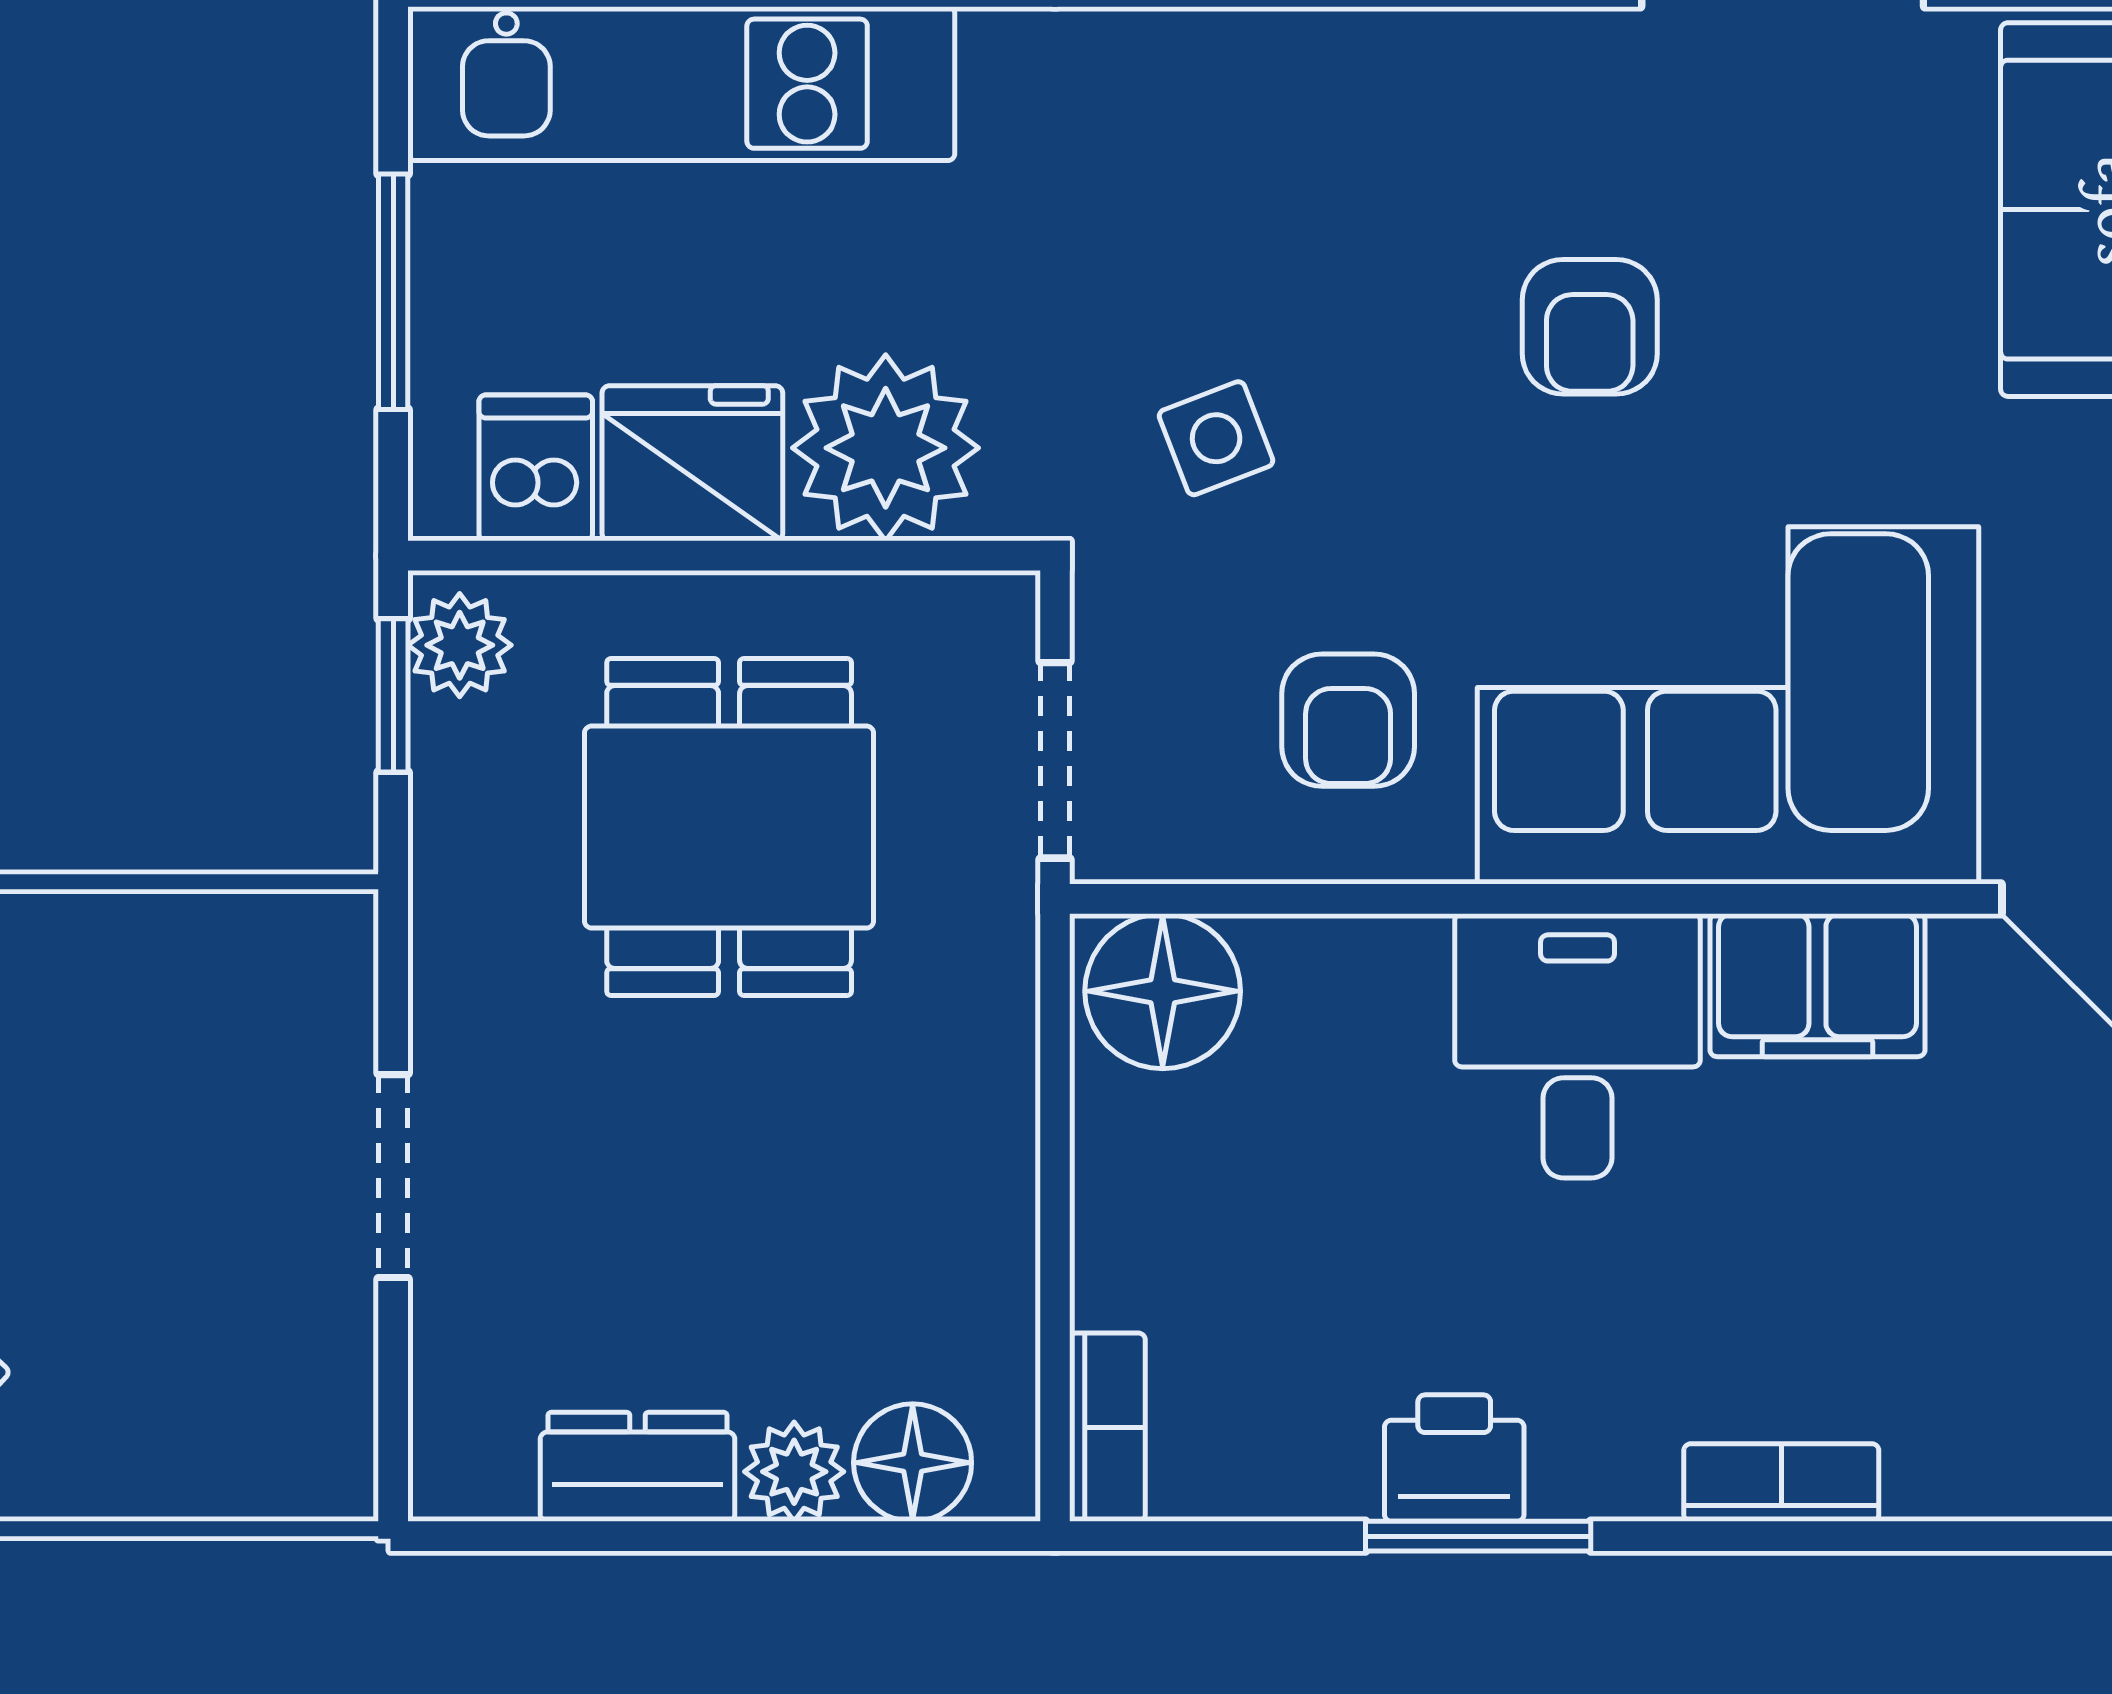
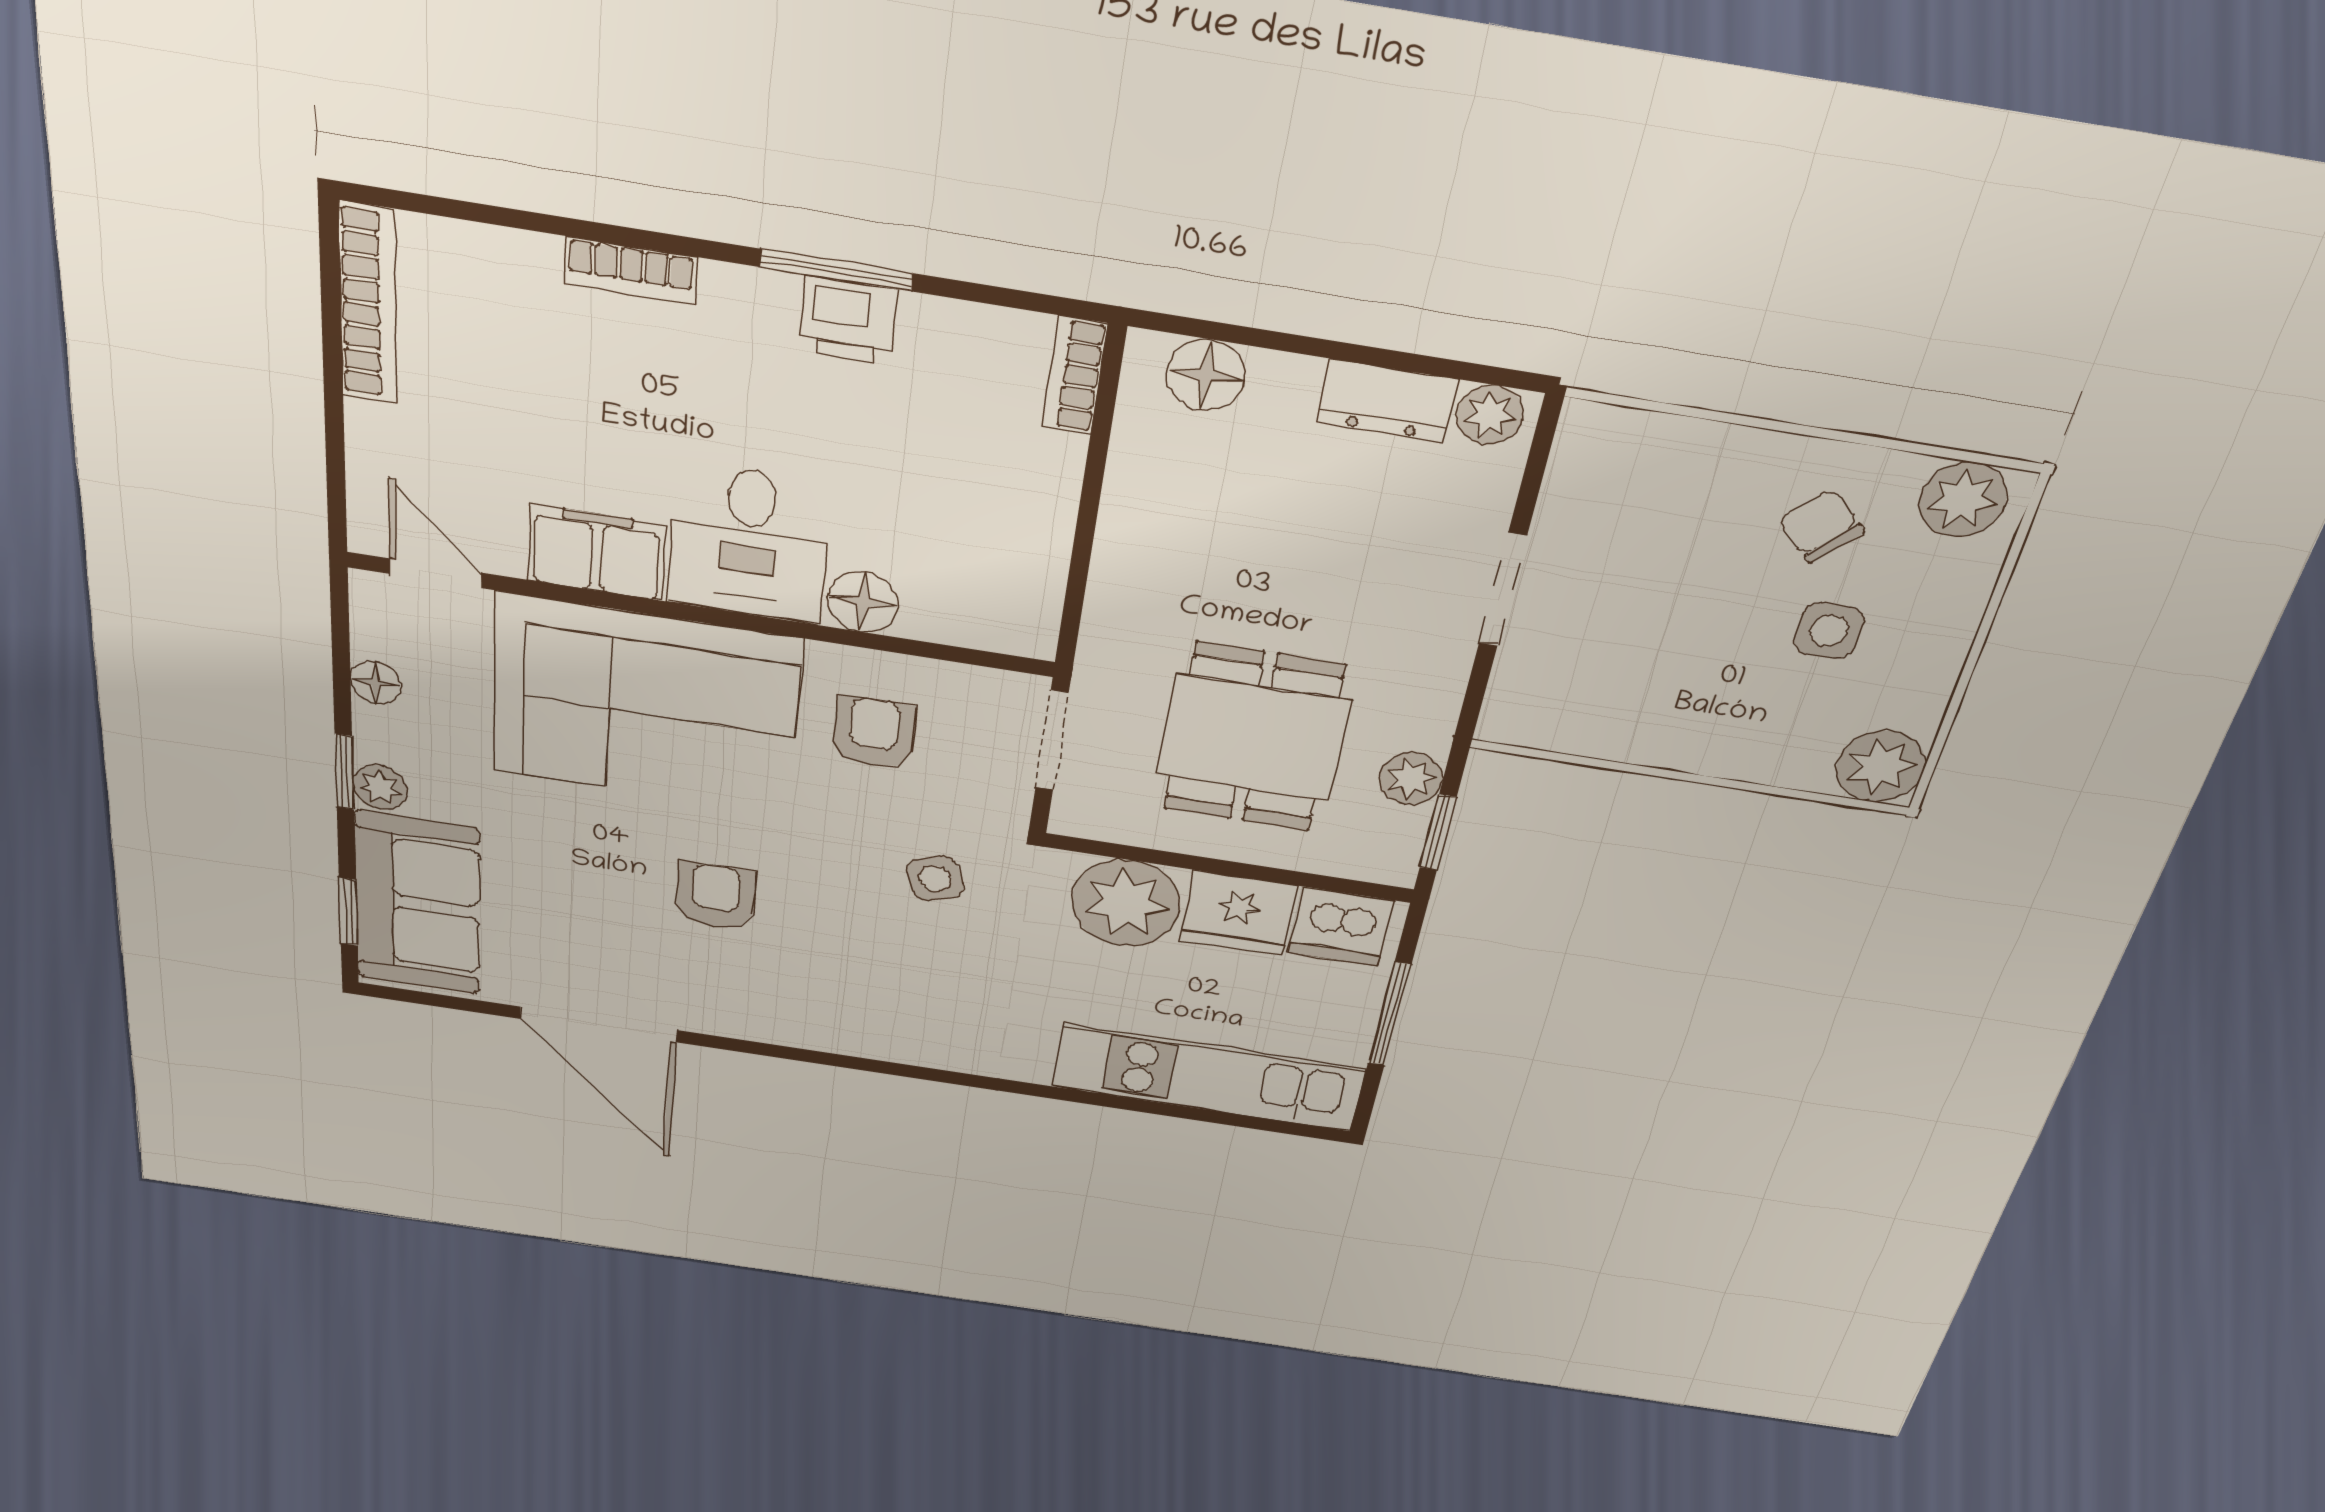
dishwasher: (536, 468) -> (1341, 927), width x1.38
plant: (460, 645) -> (1411, 779), moved
floor lamp: (1163, 991) -> (863, 602), moved, width x0.73, depth x0.73
plant: (794, 1472) -> (1490, 415), moved

